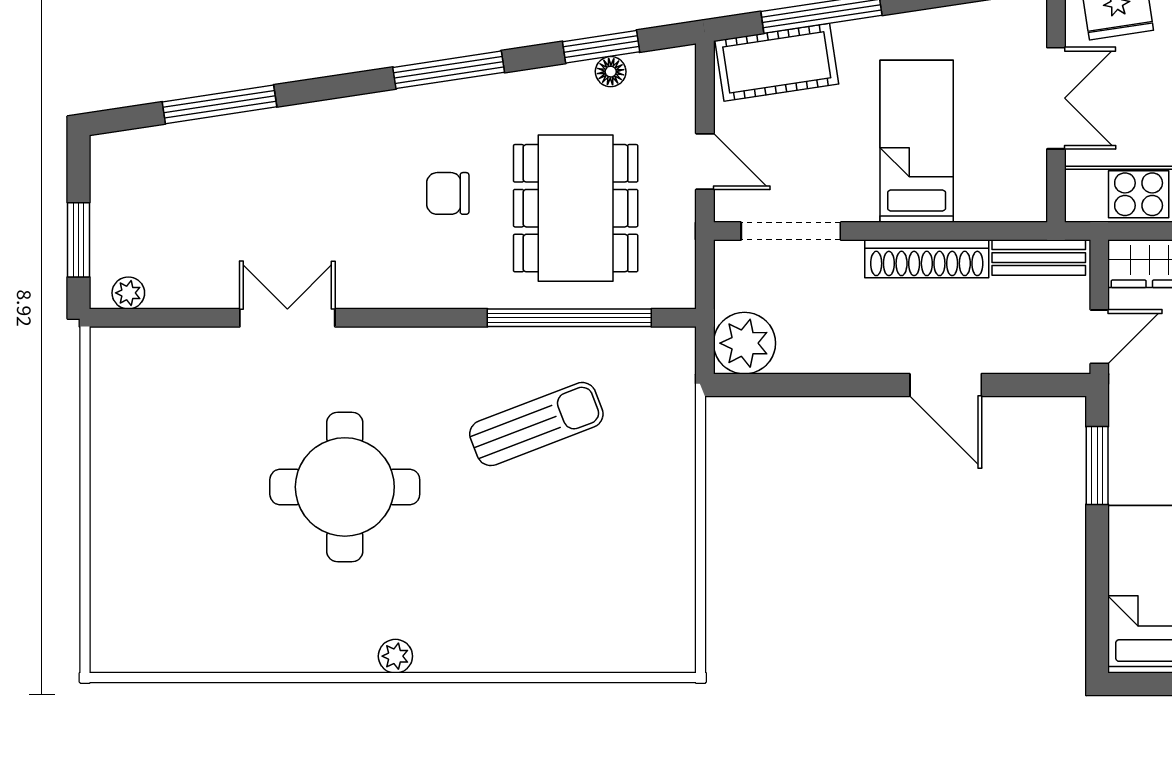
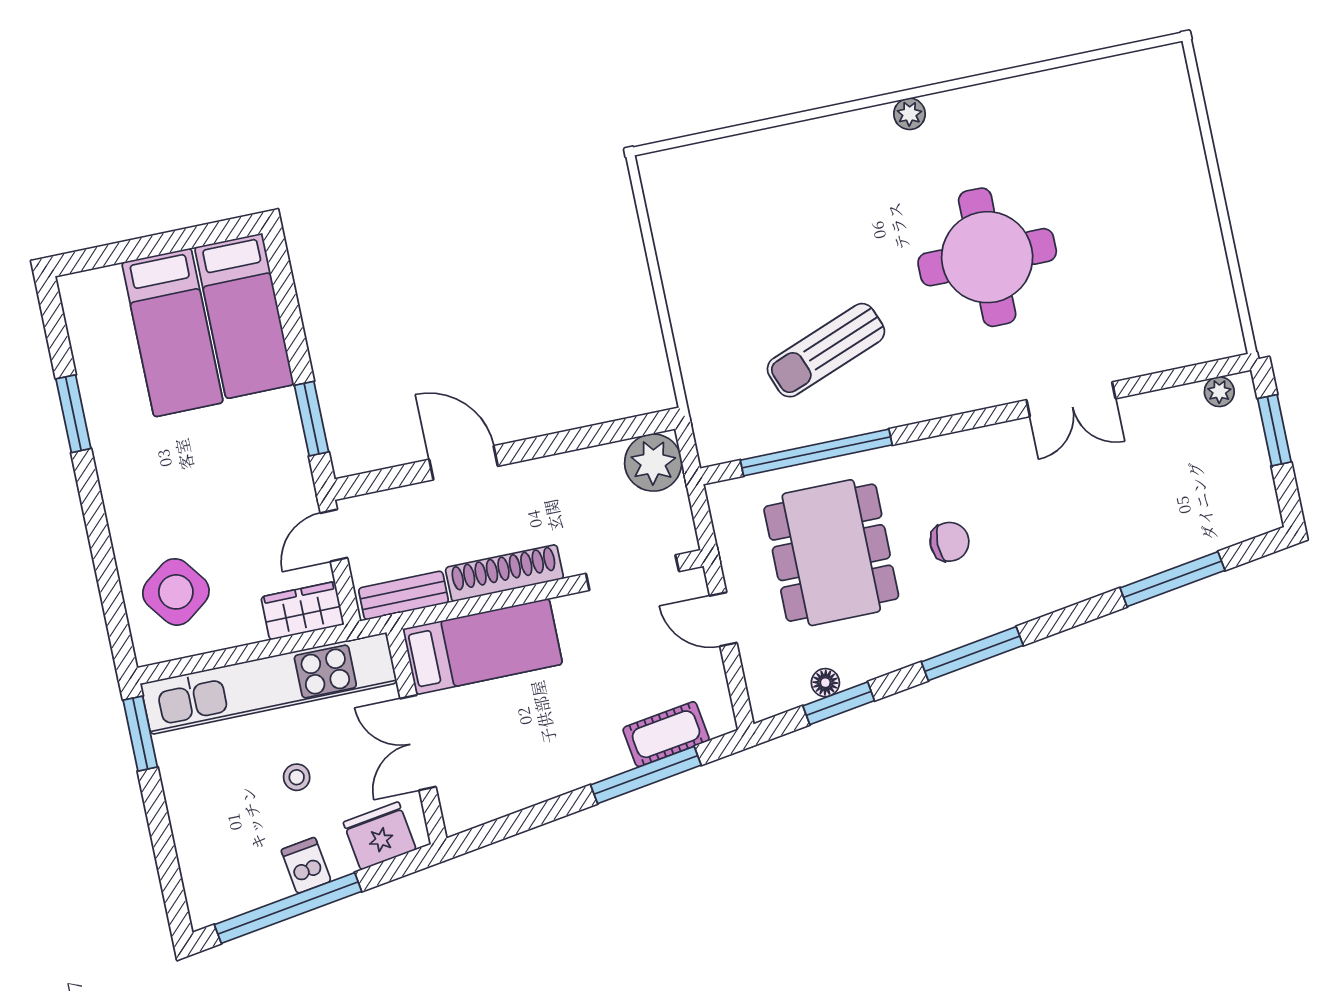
cot: (777, 62) -> (666, 734), width x0.73, depth x0.75
bed: (917, 141) -> (483, 646), moved, turned -90

